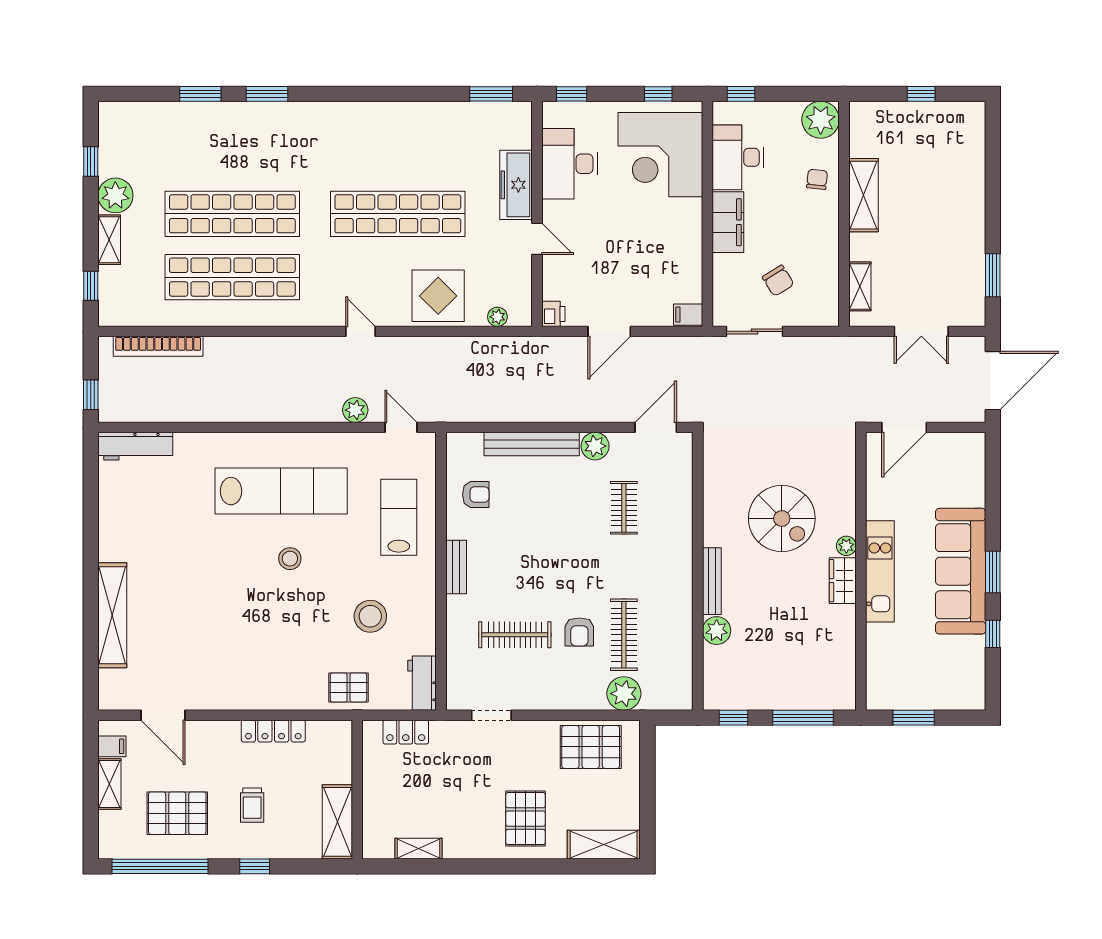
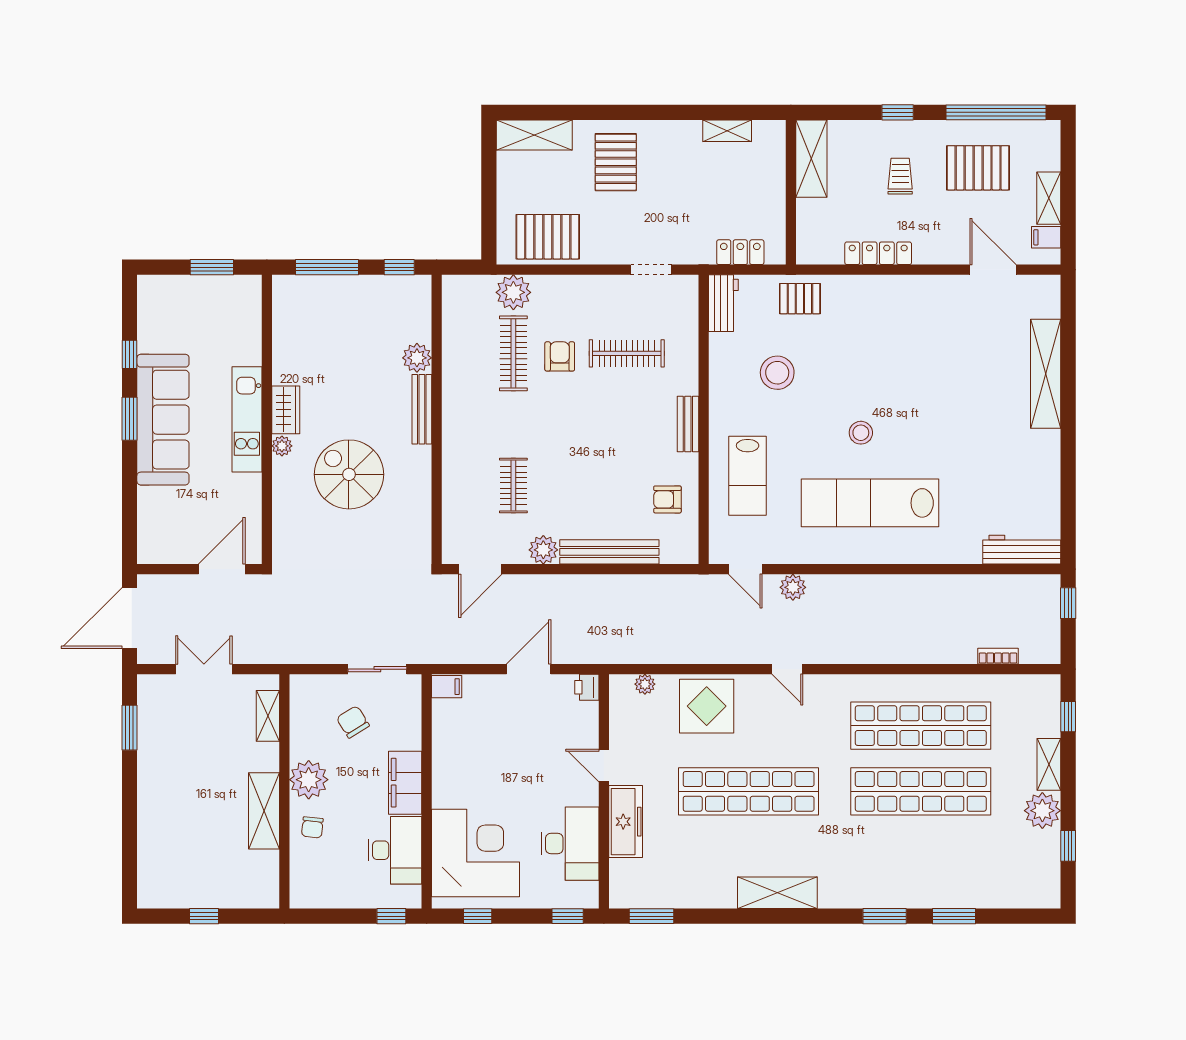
shelving: (370, 116) -> (777, 893), added
plant: (821, 120) -> (309, 780), moved
bookcase: (158, 346) -> (998, 656), width x0.43, depth x0.76

